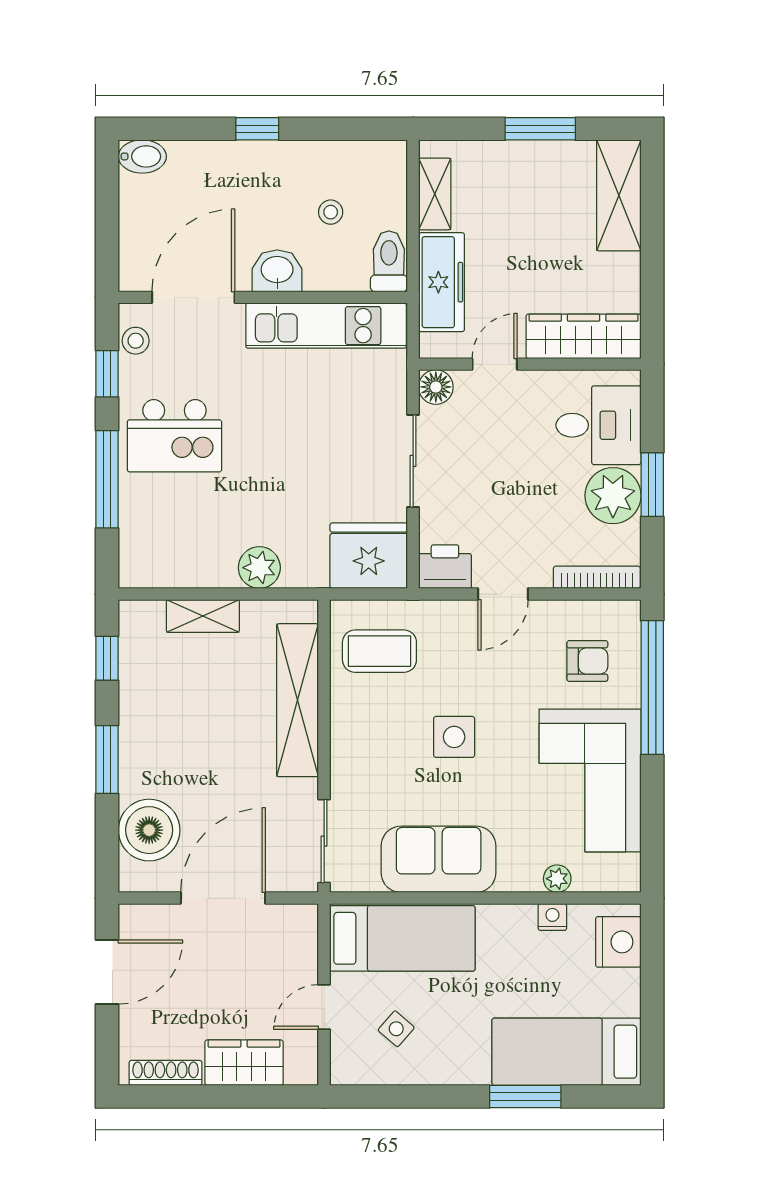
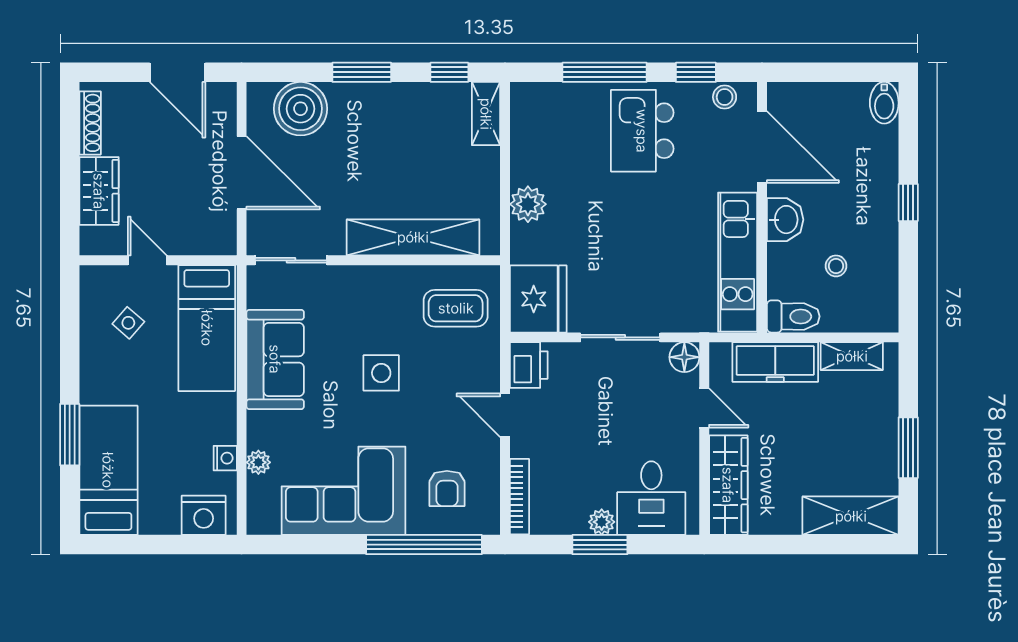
plant: (613, 496) -> (602, 522), width x0.53, depth x0.53
shelving: (203, 616) -> (486, 114), moved
coffee table: (379, 651) -> (456, 308), turned 90

